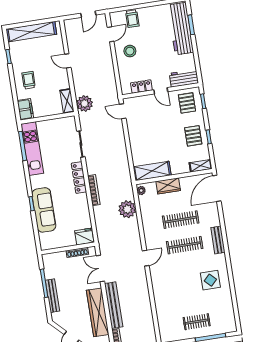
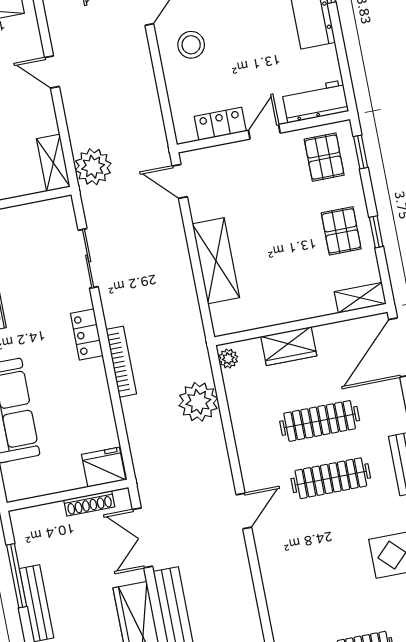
door: (161, 91) -> (264, 132), swing flipped
shelving: (152, 171) -> (216, 261), moved, turned 90
locker: (79, 178) -> (87, 335), width x0.66

